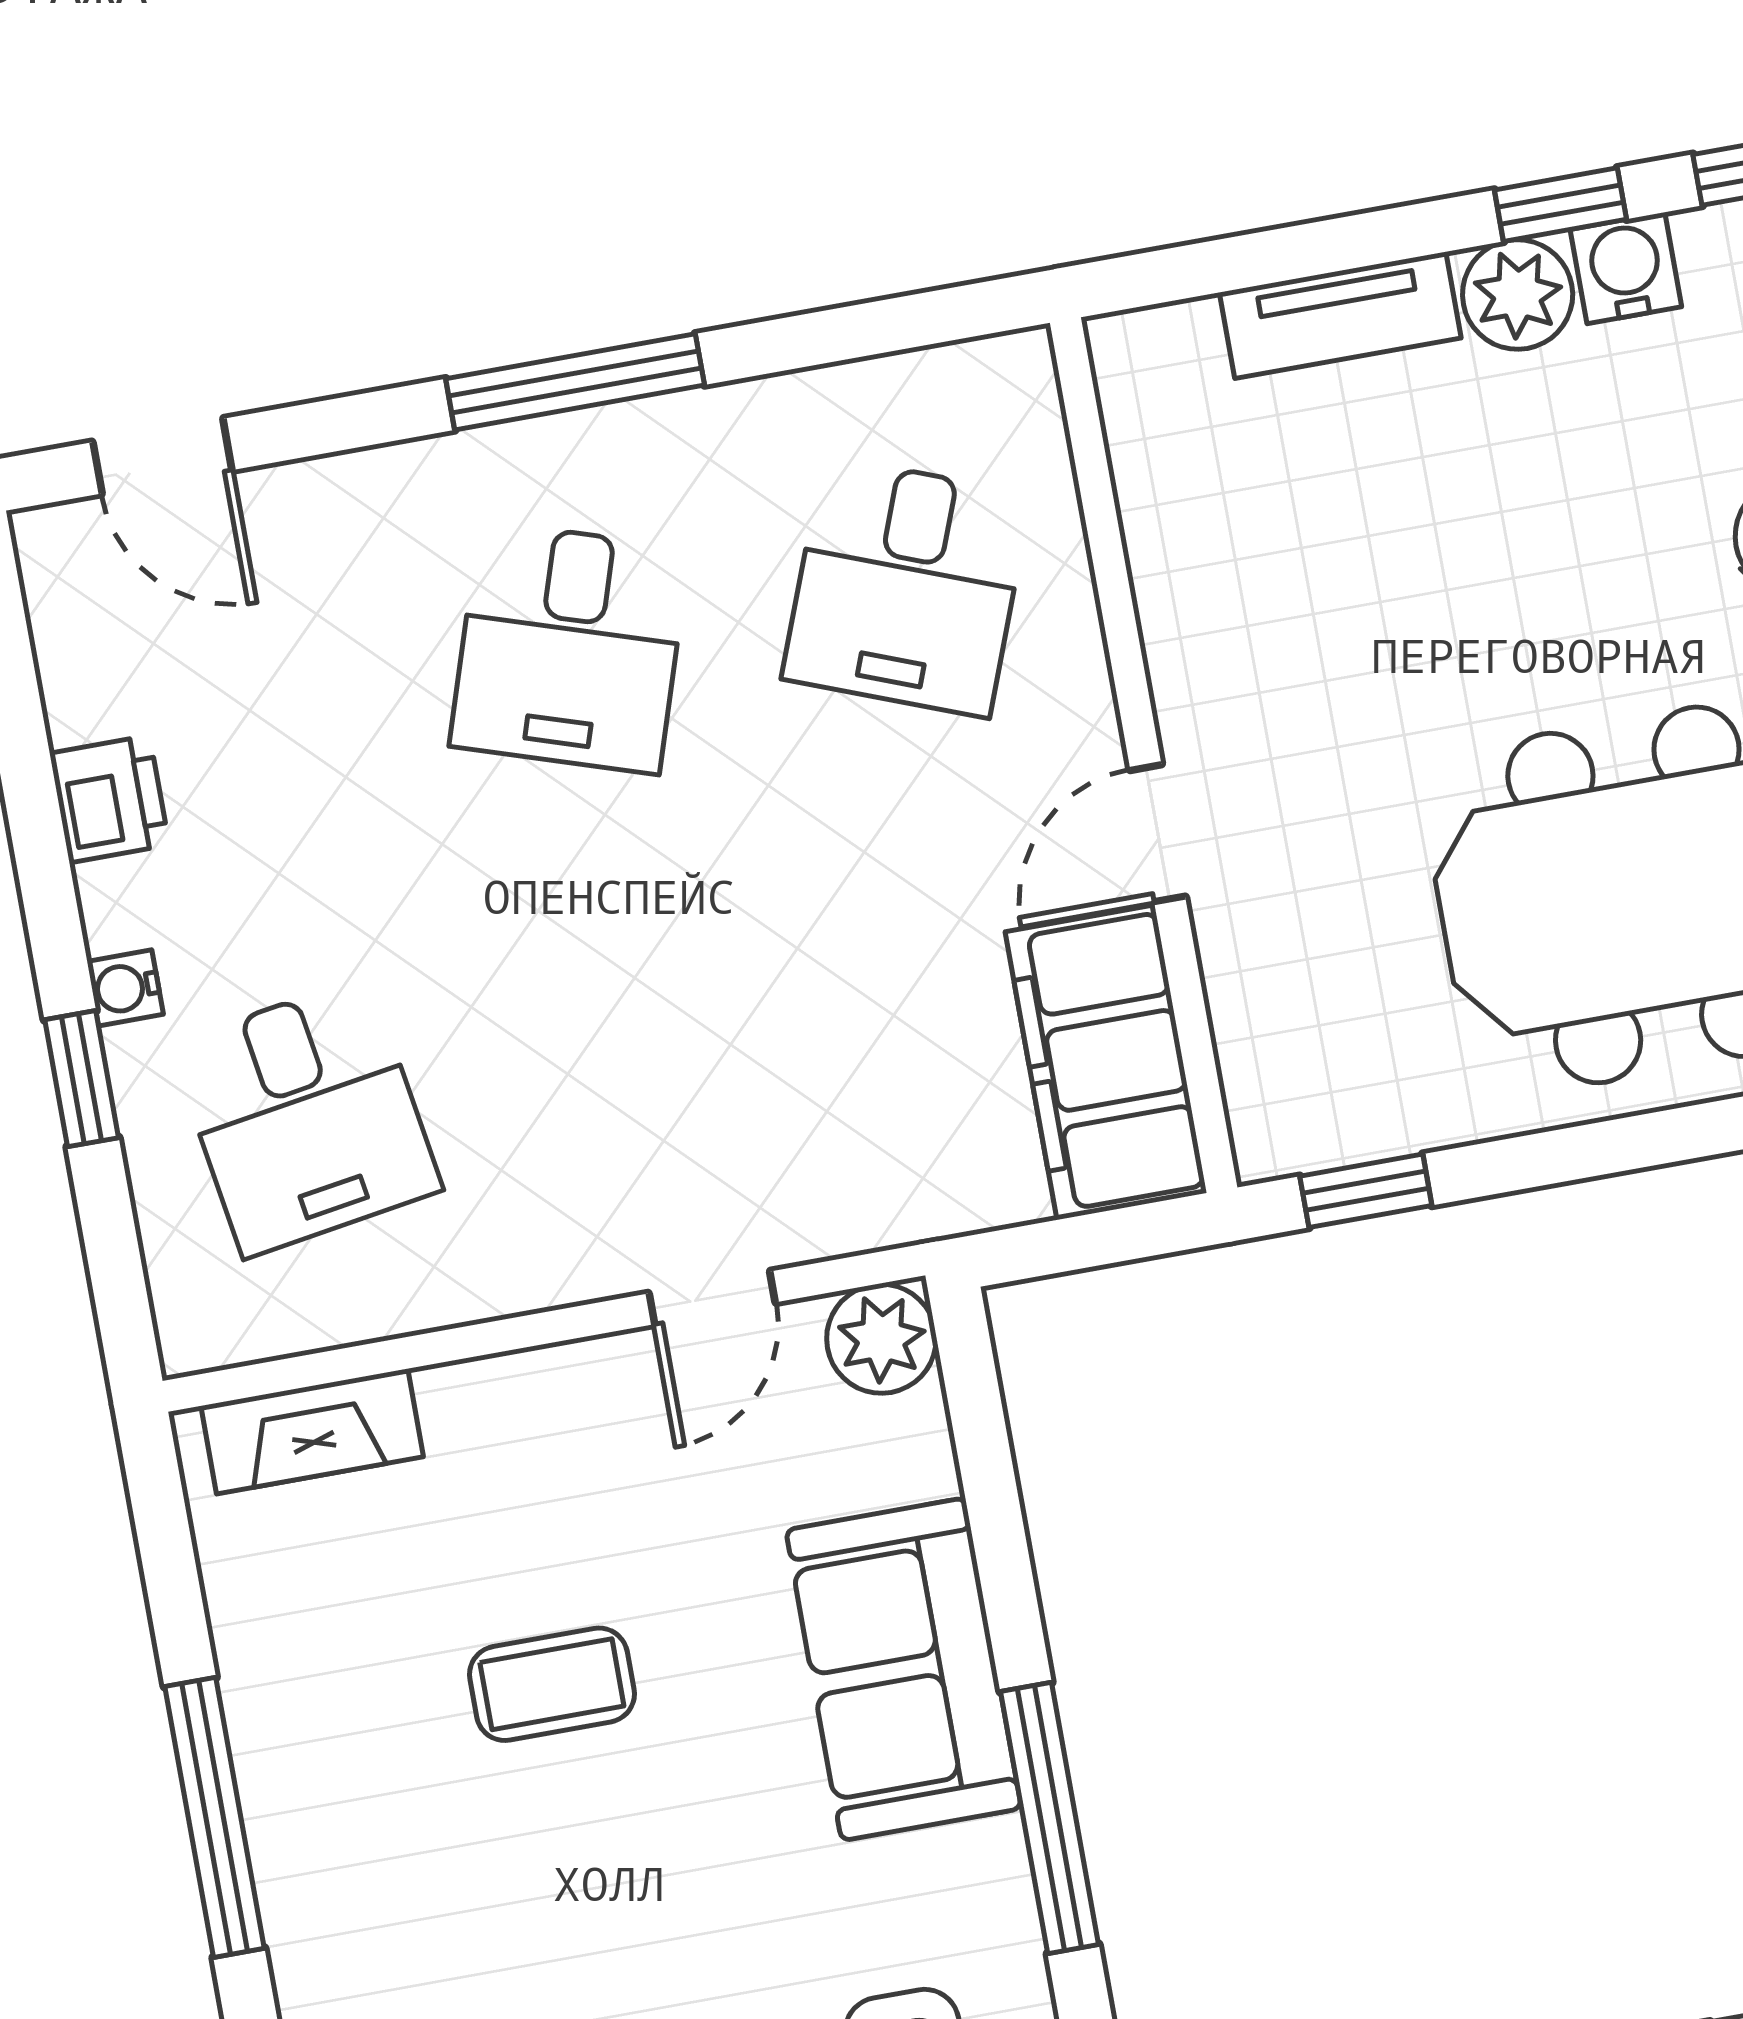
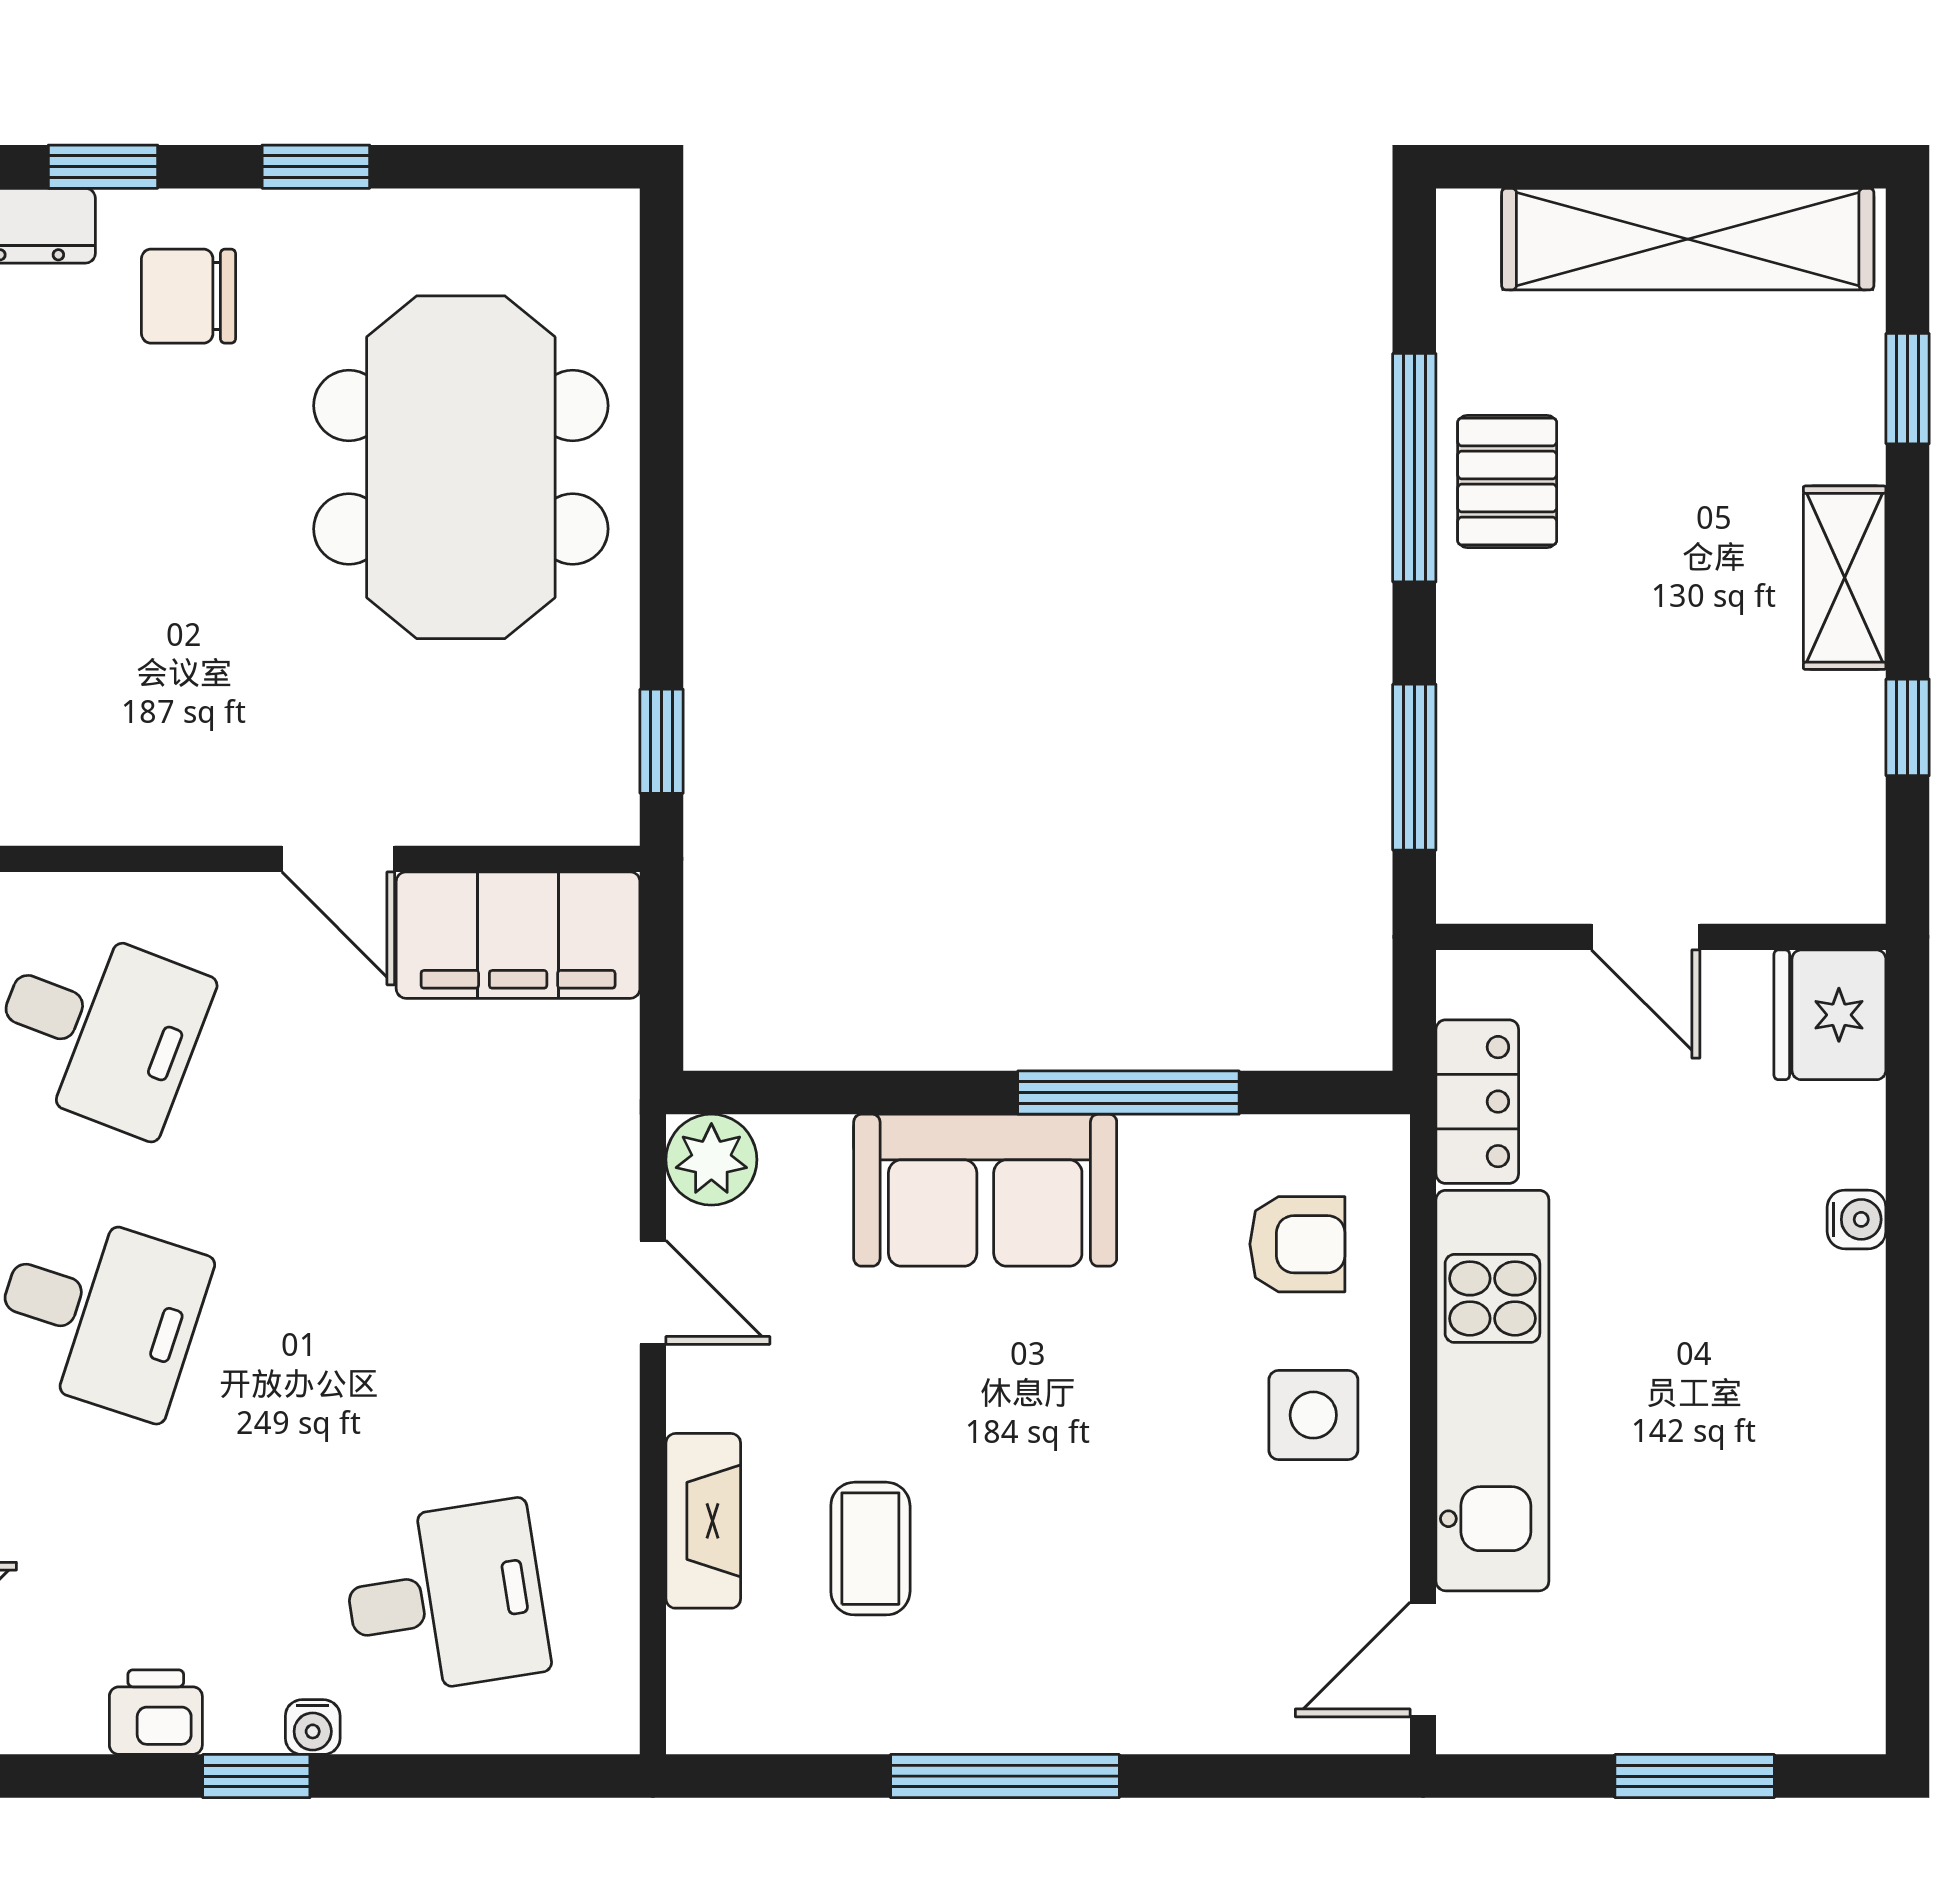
window: (82, 1079) -> (256, 1776), moved
fireplace: (312, 1431) -> (703, 1521), moved
coffee table: (552, 1684) -> (870, 1549), moved

